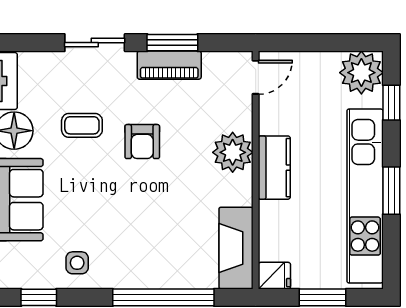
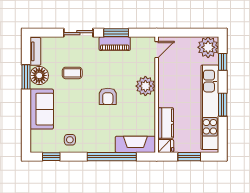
armchair: (142, 142) -> (108, 96), moved
kitchen counter: (274, 168) -> (166, 123), moved
fireplace: (236, 248) -> (135, 144), moved, turned 90

